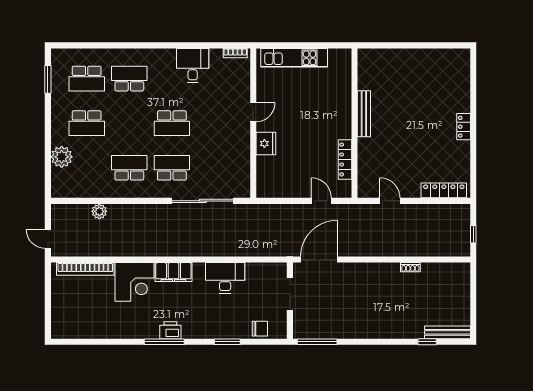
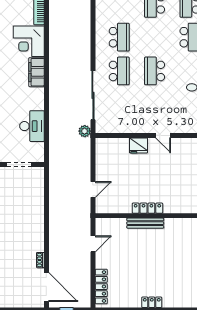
bench: (364, 114) -> (145, 223), moved
locker: (345, 159) -> (147, 208), moved
plant: (99, 211) -> (85, 131), moved
door: (319, 260) -> (46, 287), moved
desk: (225, 278) -> (32, 126), moved

